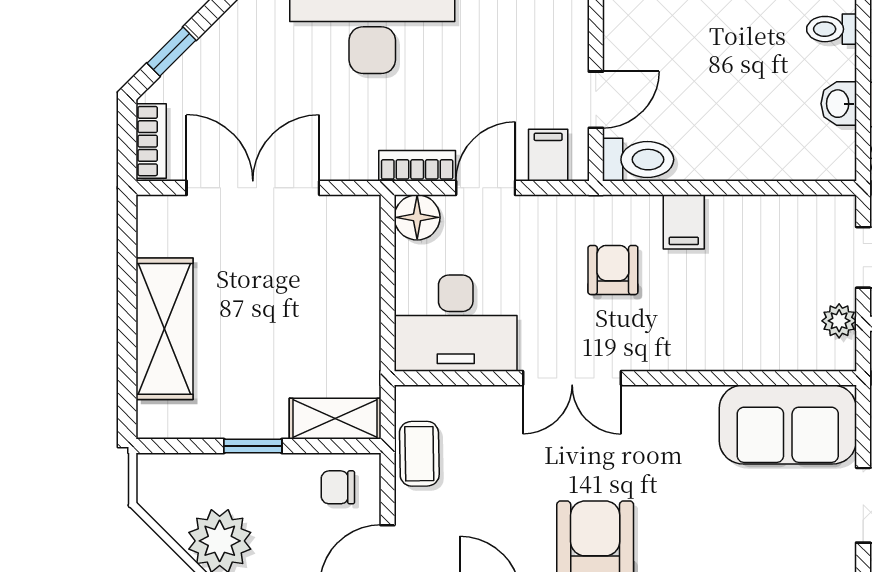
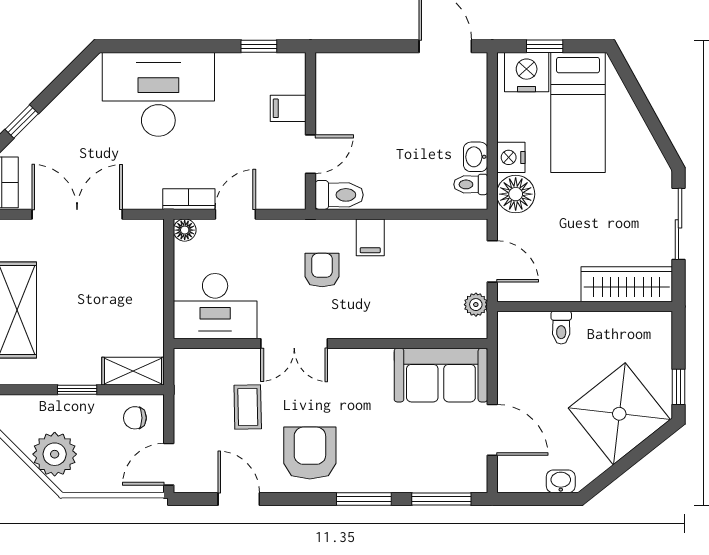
toilet: (832, 29) -> (471, 184), moved
filing cabinet: (548, 155) -> (288, 108), moved, turned -90
floor lamp: (417, 217) -> (185, 230), width x0.73, depth x0.73
coffee table: (419, 454) -> (248, 407), moved

